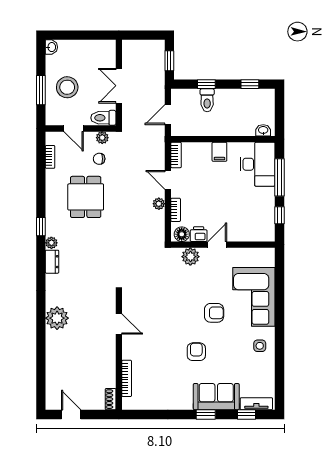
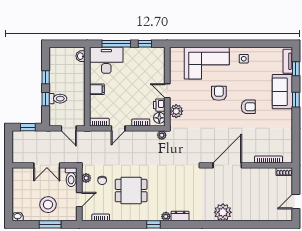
window: (250, 84) -> (46, 77), moved
plant: (159, 204) -> (162, 135), moved
door: (119, 324) -> (227, 165), width x1.88
armchair: (196, 352) -> (248, 107), turned 180

